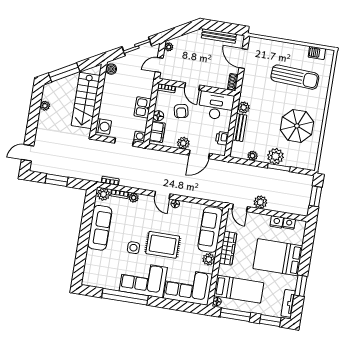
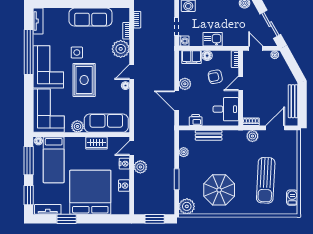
desk: (216, 106) -> (226, 109), width x0.73
plant: (244, 107) -> (252, 136), moved
plant: (275, 156) -> (187, 206), moved
plant: (103, 194) -> (123, 15), removed
plant: (134, 198) -> (121, 49), width x1.87, depth x1.87
nightstand: (289, 223) -> (124, 164), moved
wardrobe: (228, 248) -> (96, 143), width x0.67
bed: (278, 257) -> (90, 192), width x1.36
tv unit: (95, 282) -> (38, 21), added

